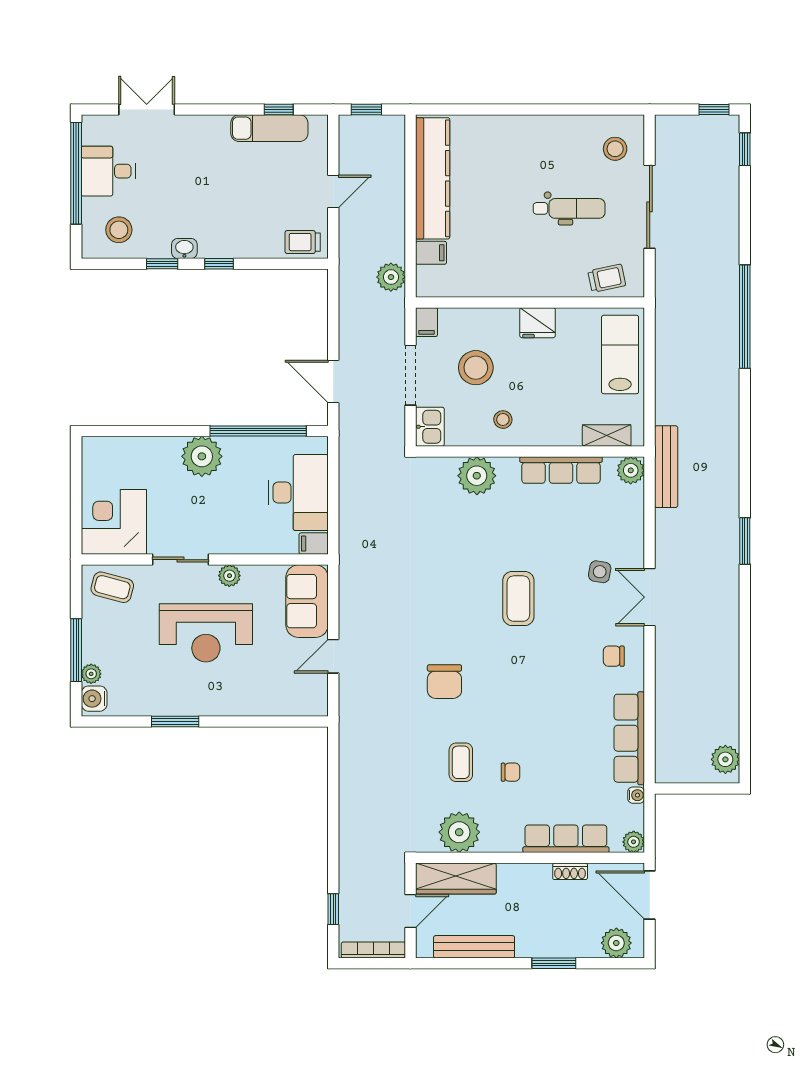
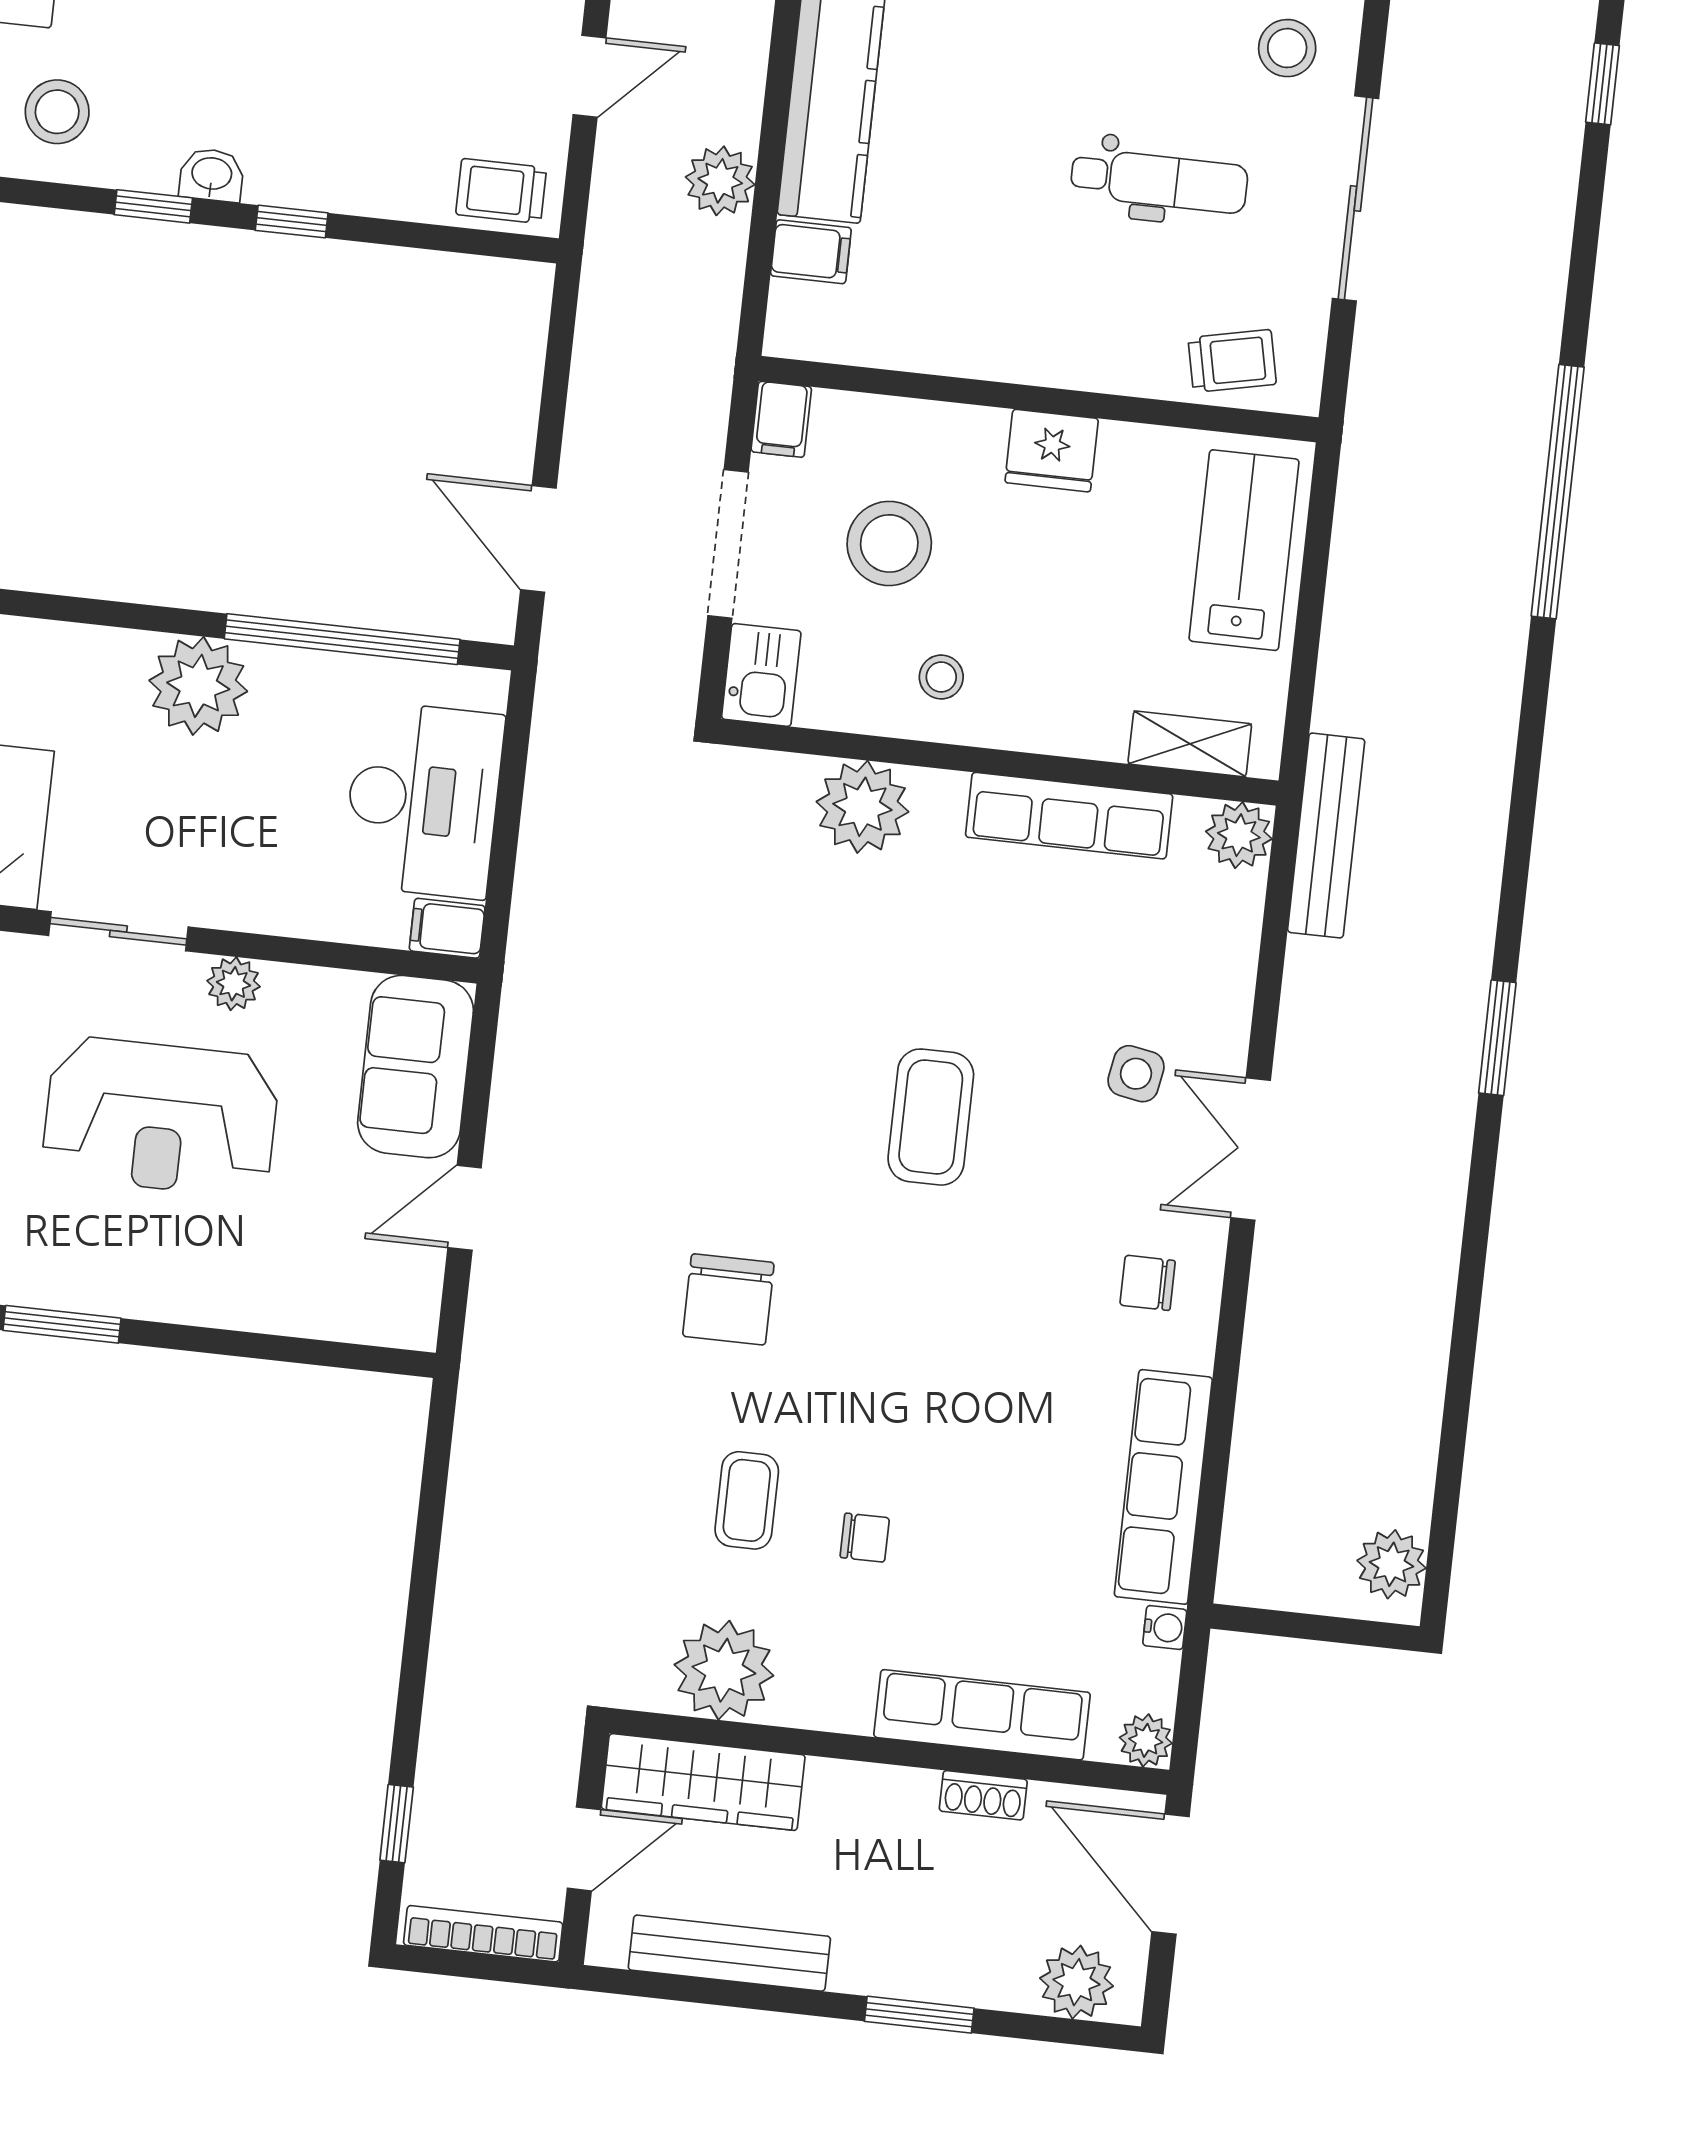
plant: (391, 277) -> (720, 181), moved

